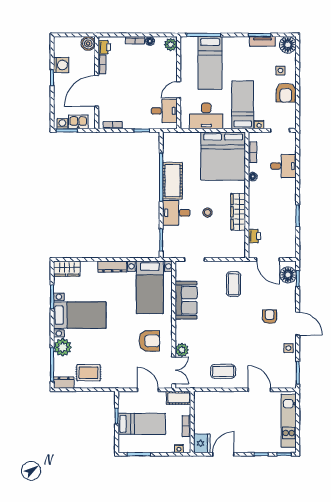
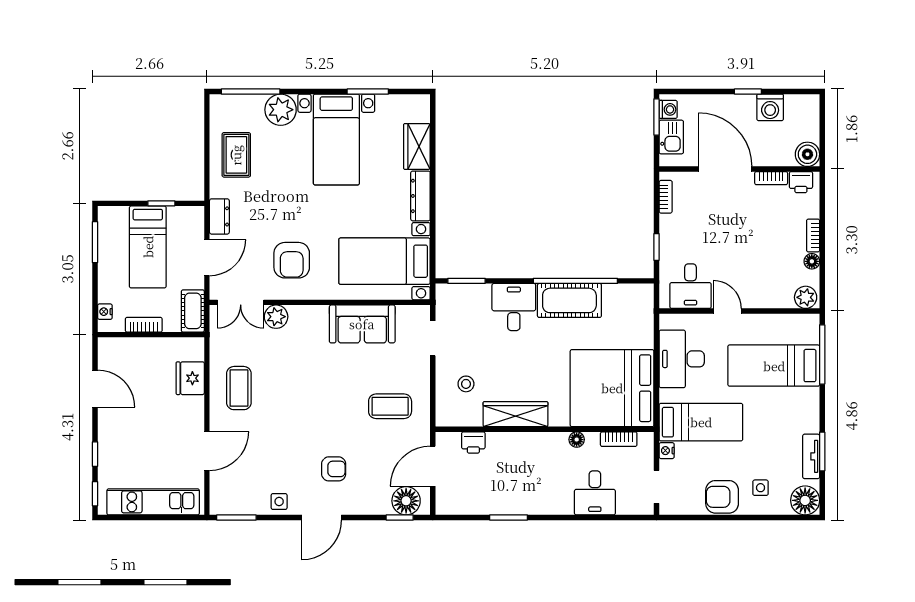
stool: (207, 213) -> (466, 384), moved
wardrobe: (67, 269) -> (417, 146), moved
dresser: (64, 383) -> (219, 216), moved
fridge: (202, 443) -> (190, 378), moved, turned 90

